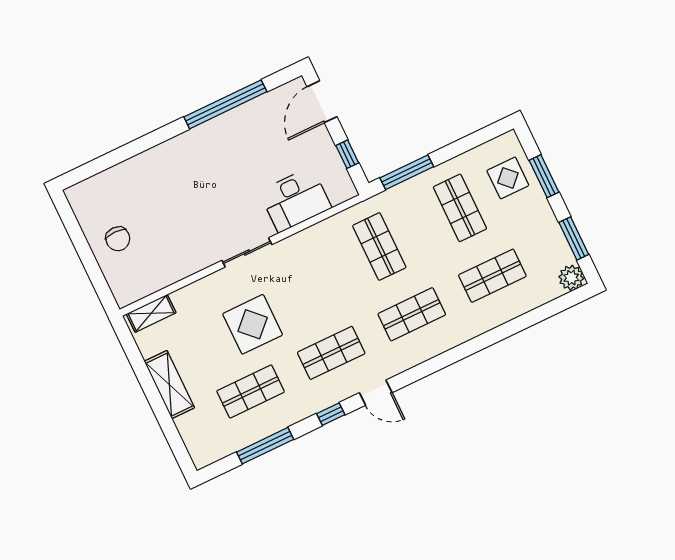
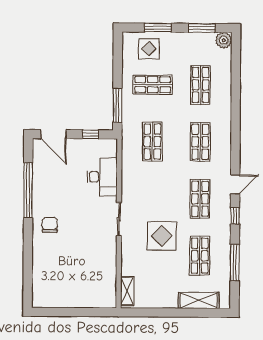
chair: (118, 239) -> (50, 225), moved, turned -90
shop shelf: (379, 246) -> (152, 142), turned 90
shelving: (169, 385) -> (199, 300), moved

